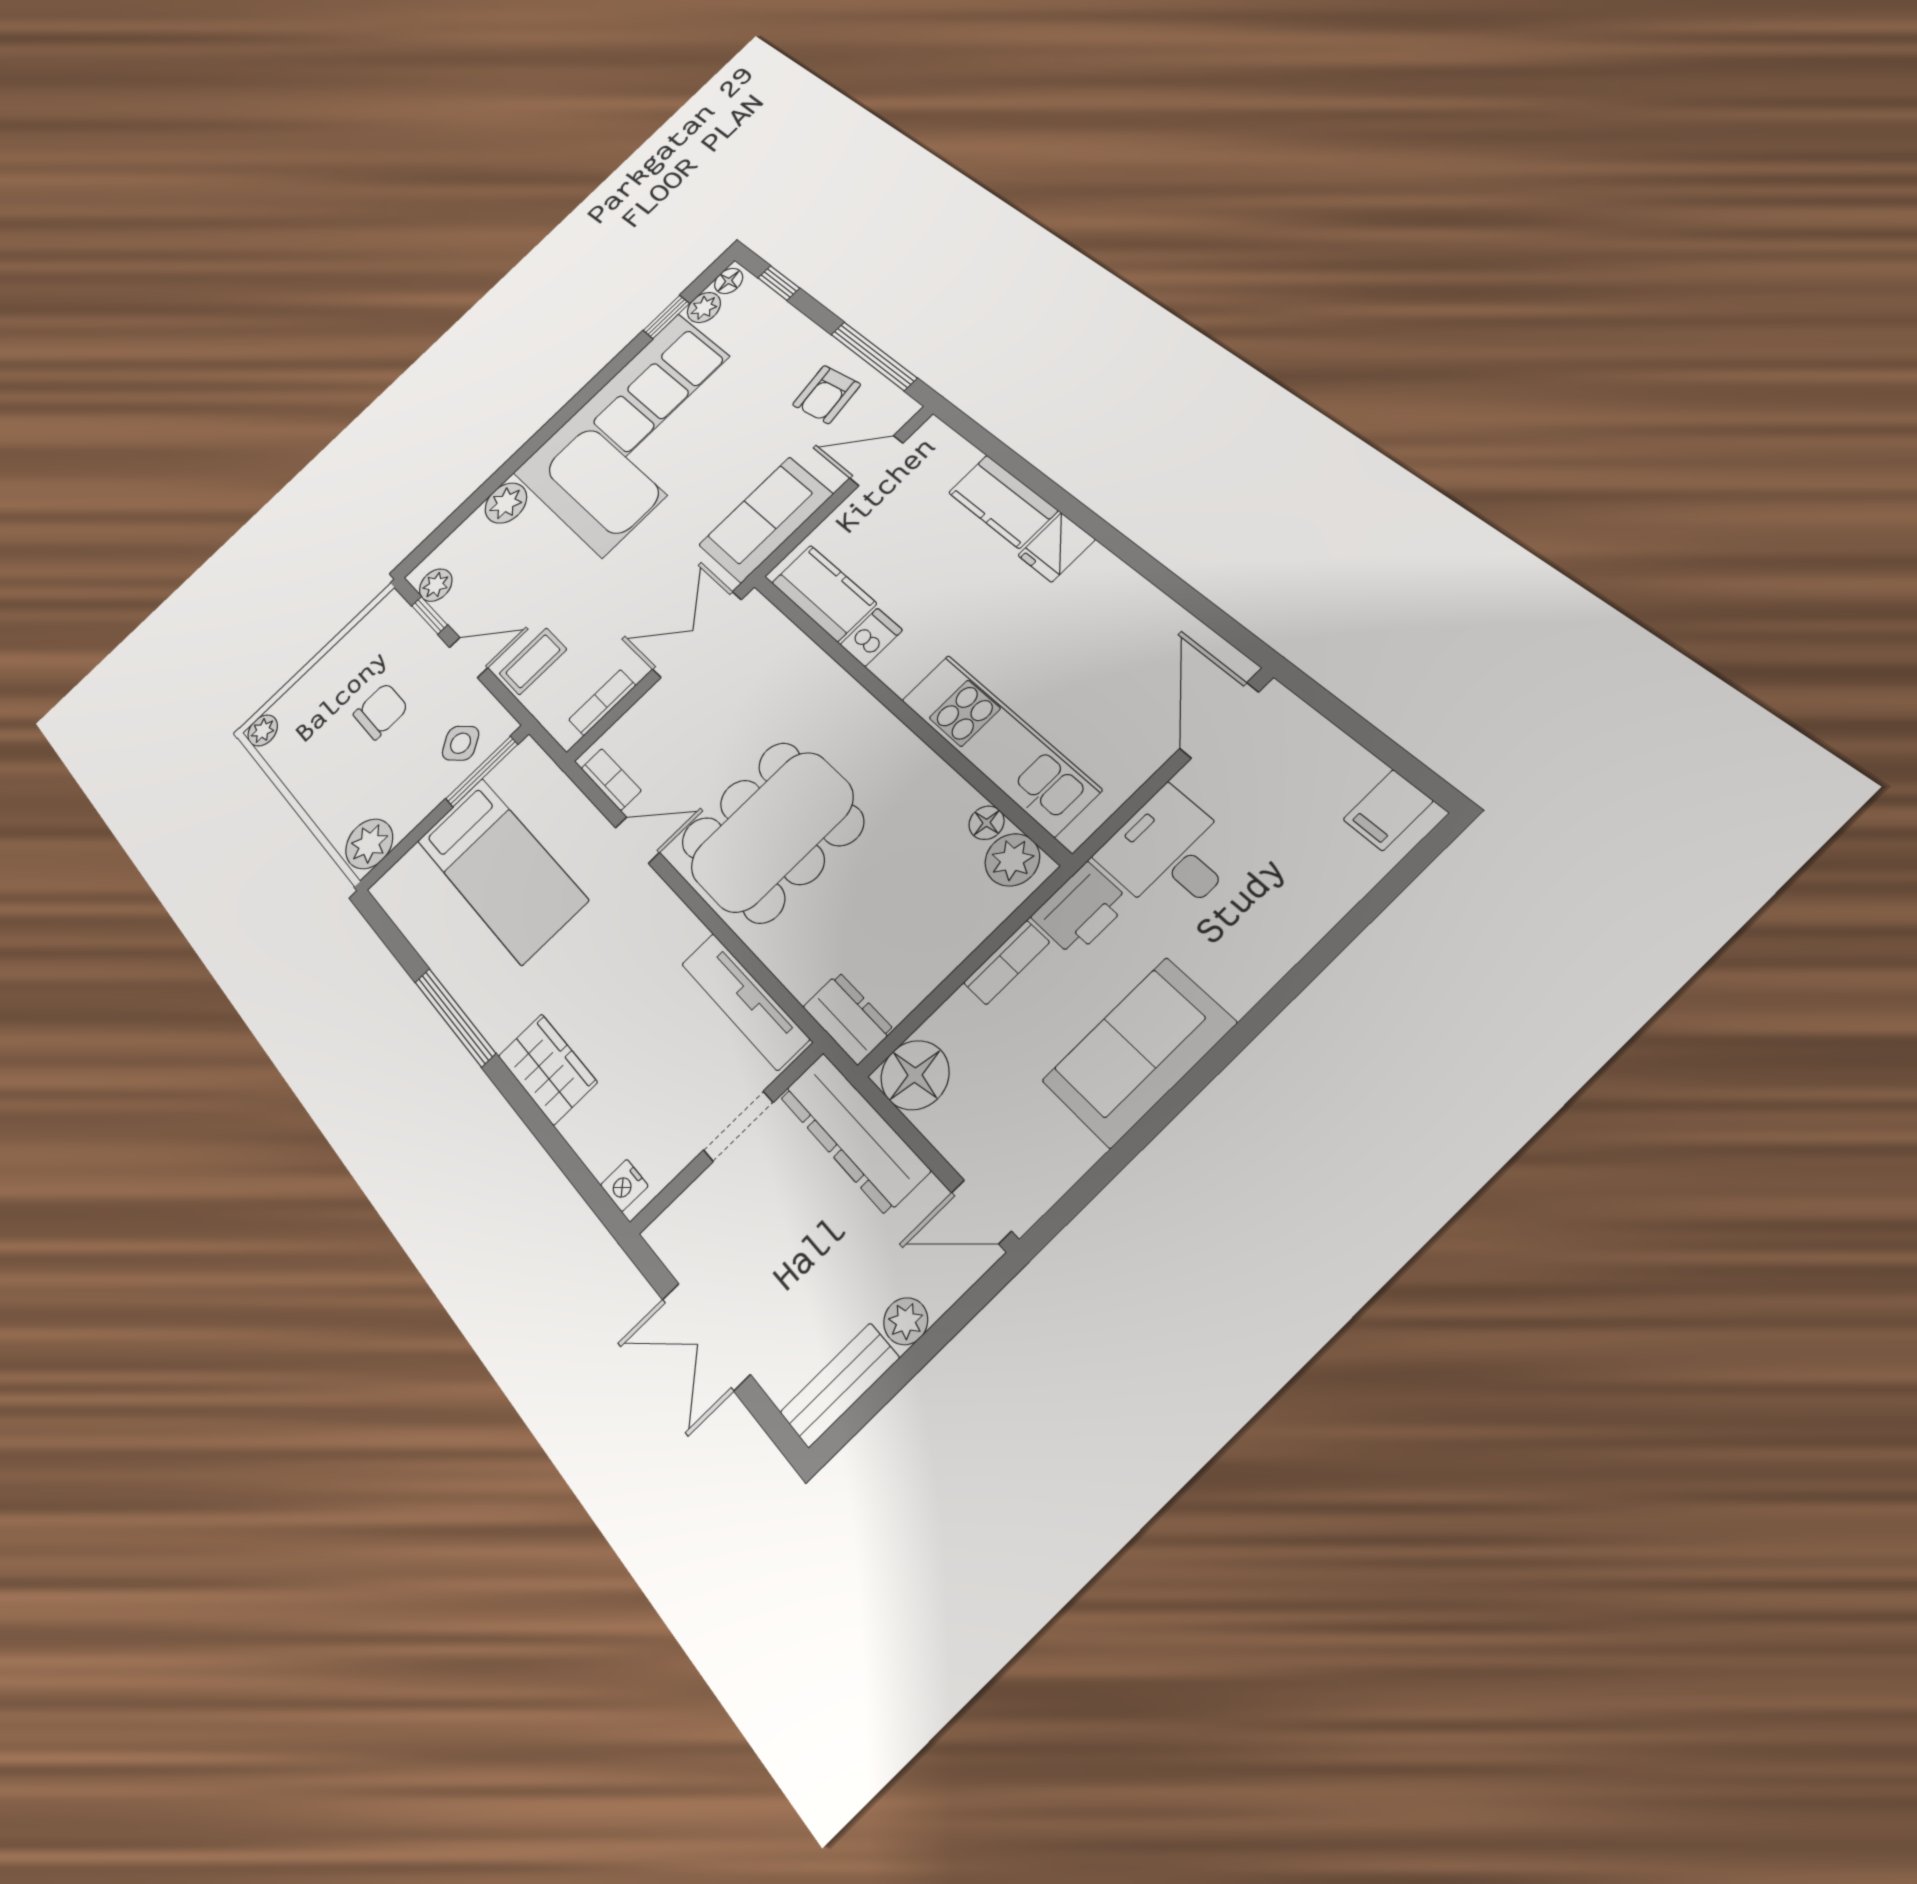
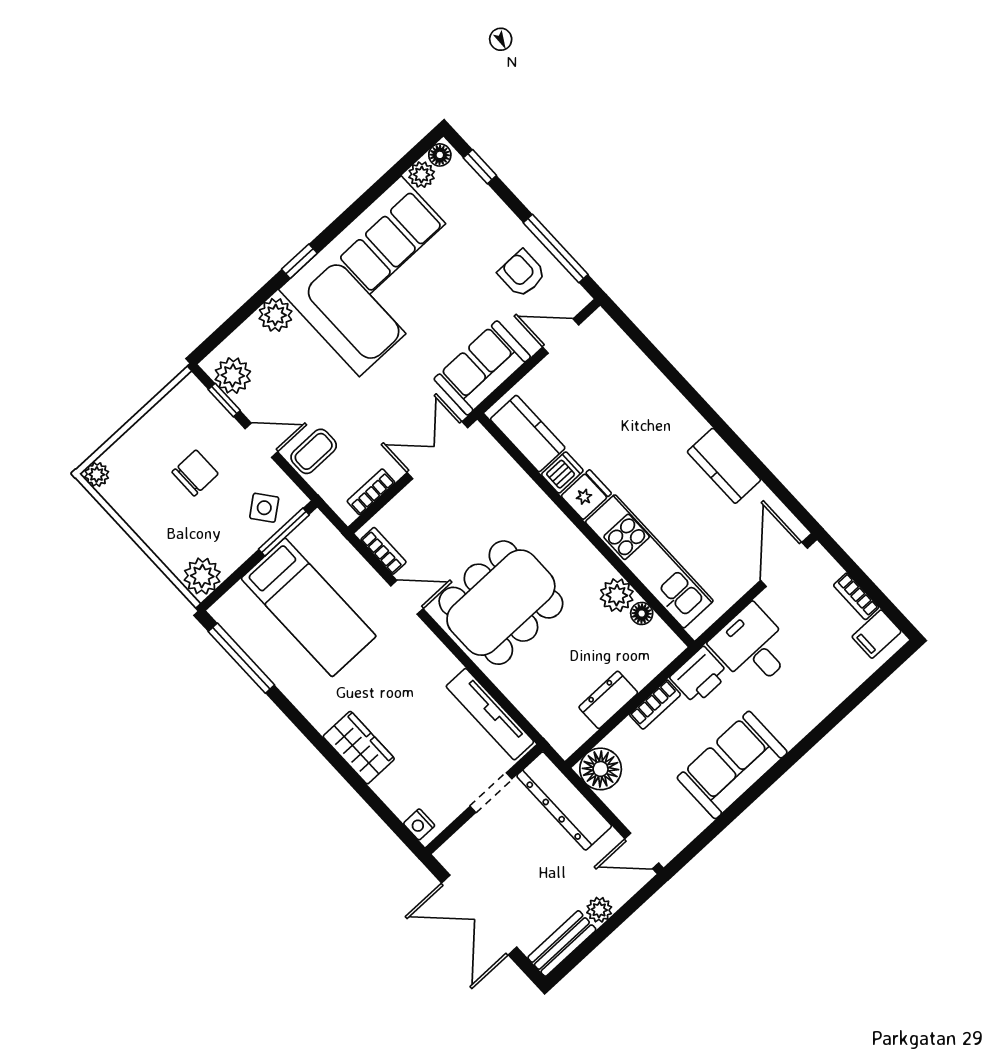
window: (666, 317) -> (299, 261), moved
armchair: (826, 395) -> (522, 273), turned 99
kitchen counter: (1003, 501) -> (724, 466), moved
fridge: (1057, 547) -> (586, 495), moved, turned 180
plant: (436, 585) -> (233, 375), width x1.38, depth x1.38
bookcase: (1347, 754) -> (856, 596), added
plant: (1012, 860) -> (617, 595), moved
window: (455, 1017) -> (241, 658), moved
dresser: (848, 1018) -> (608, 700), moved, turned -90
double door: (706, 1337) -> (479, 915), width x1.37

